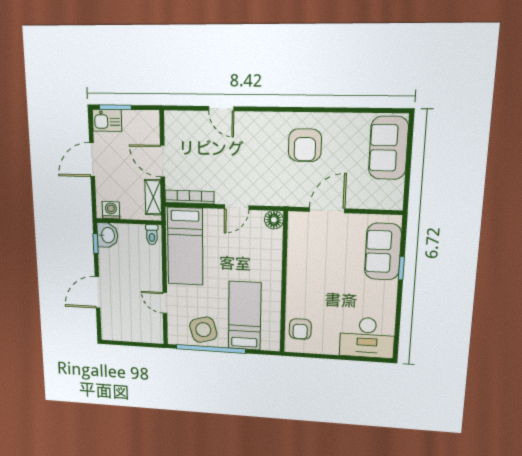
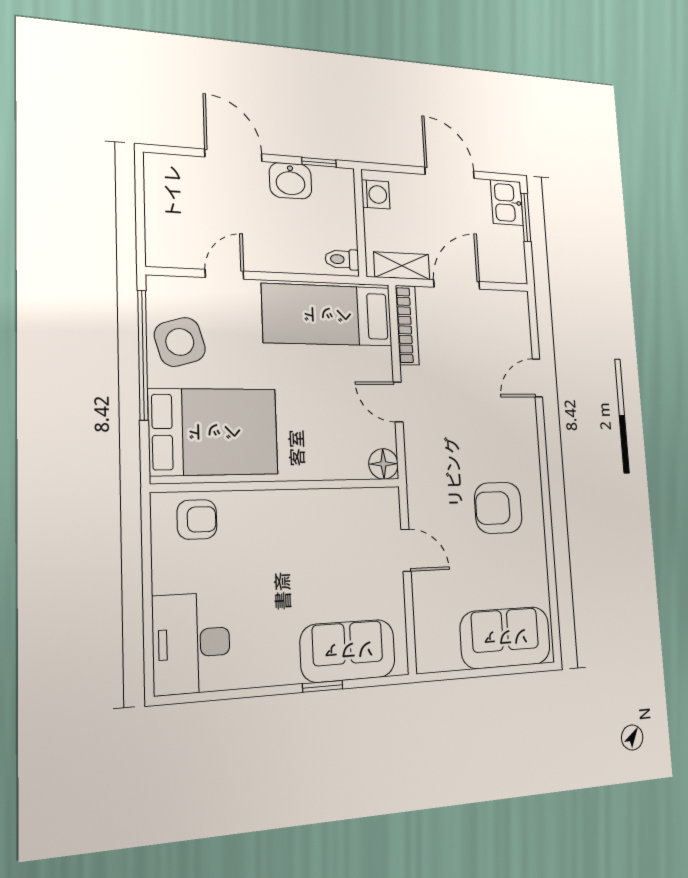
door: (327, 210) -> (406, 550), width x0.73
washbasin: (107, 235) -> (290, 181), moved
bed: (245, 316) -> (214, 432), width x1.50
armchair: (300, 329) -> (197, 519), turned 180

